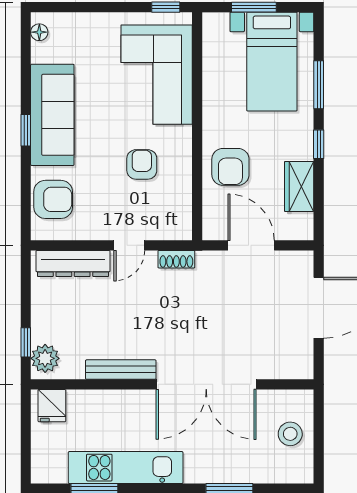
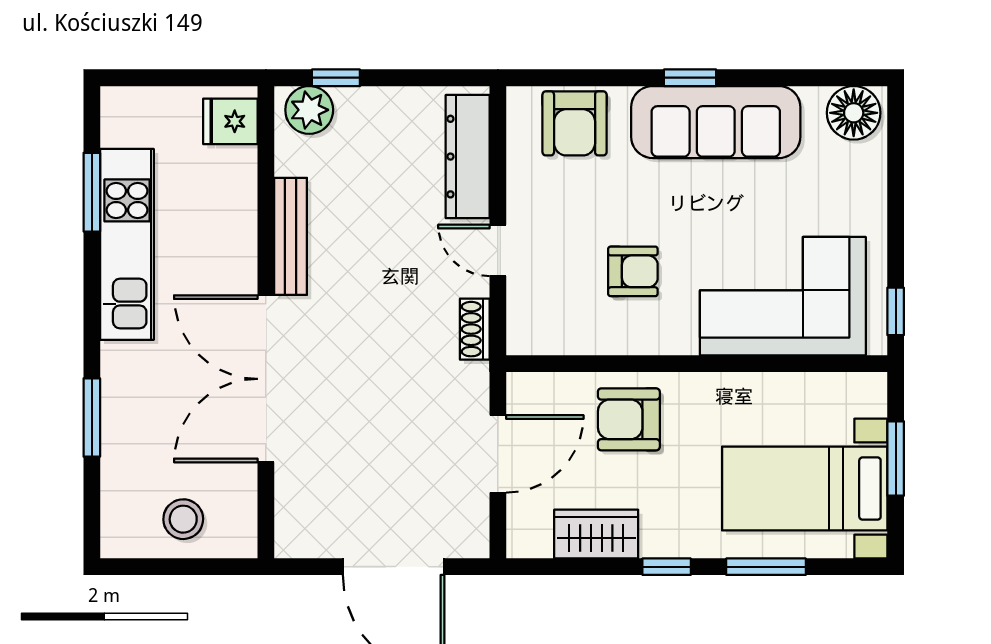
floor lamp: (39, 32) -> (854, 113), width x1.89, depth x1.89

